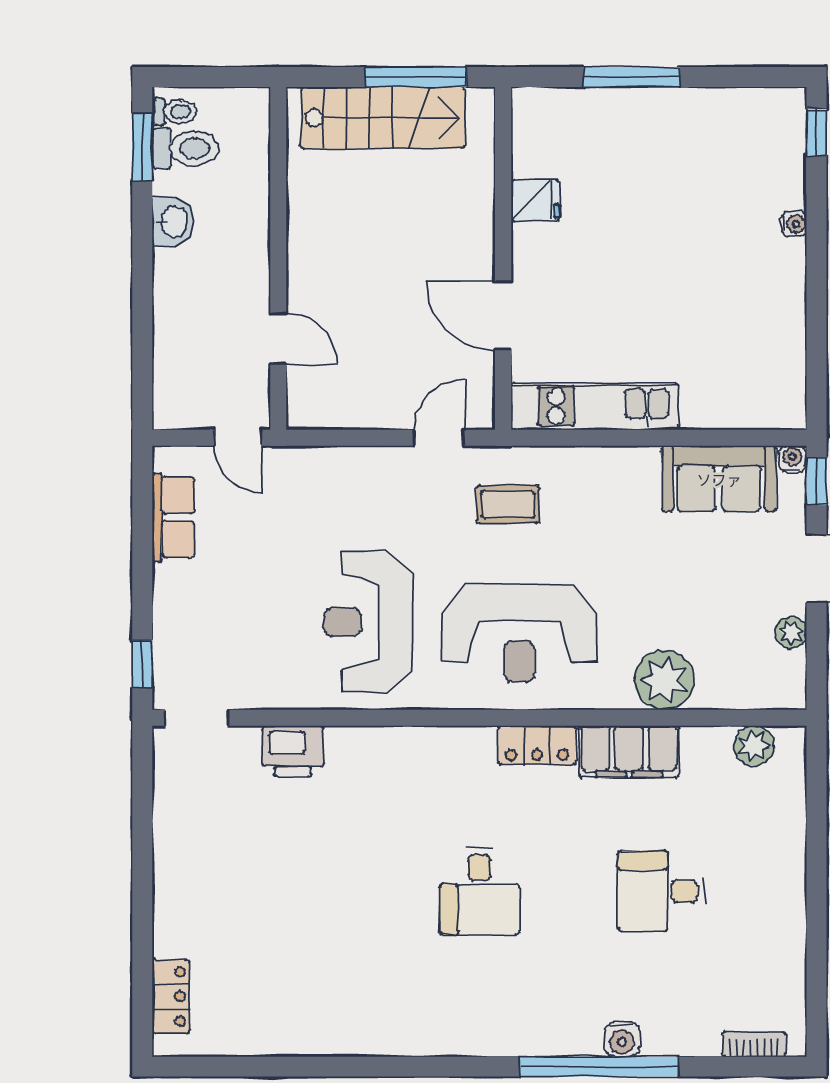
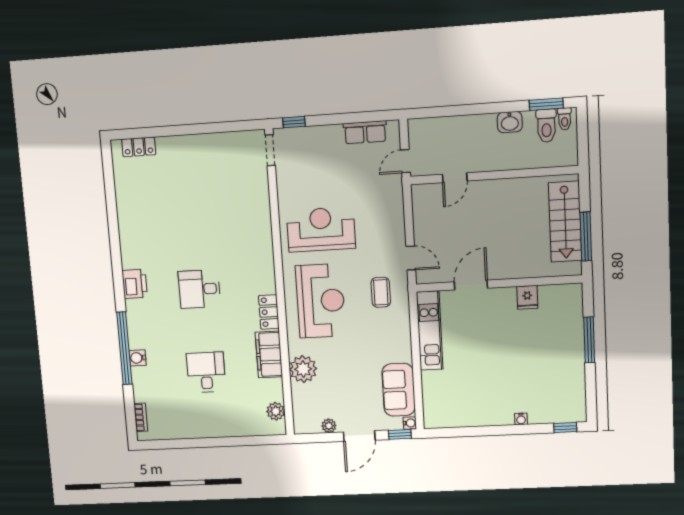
reception desk: (519, 633) -> (321, 301), turned 180
printer: (293, 751) -> (135, 284), moved, turned 180

